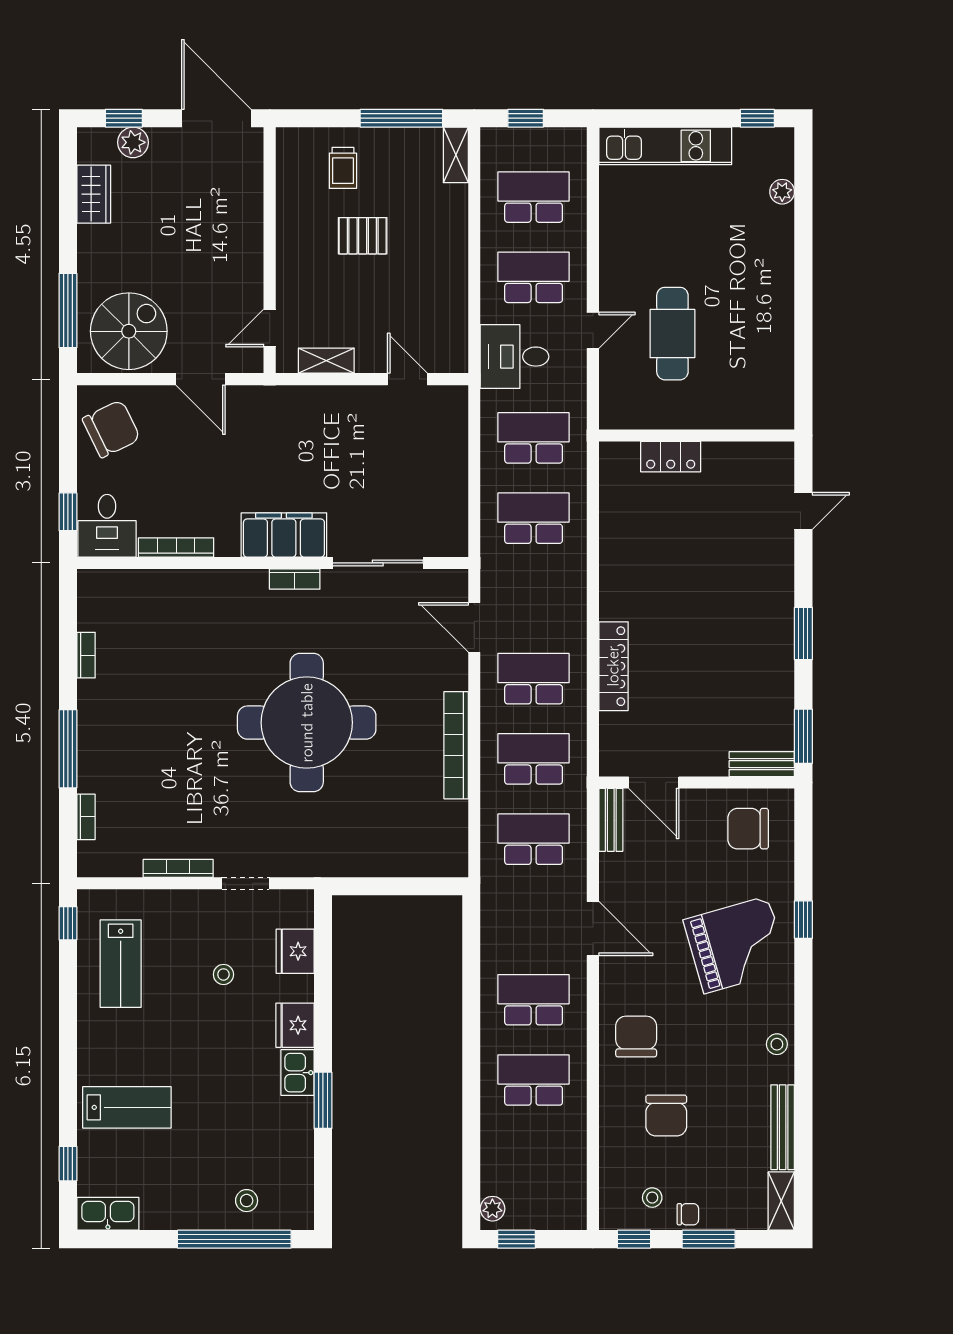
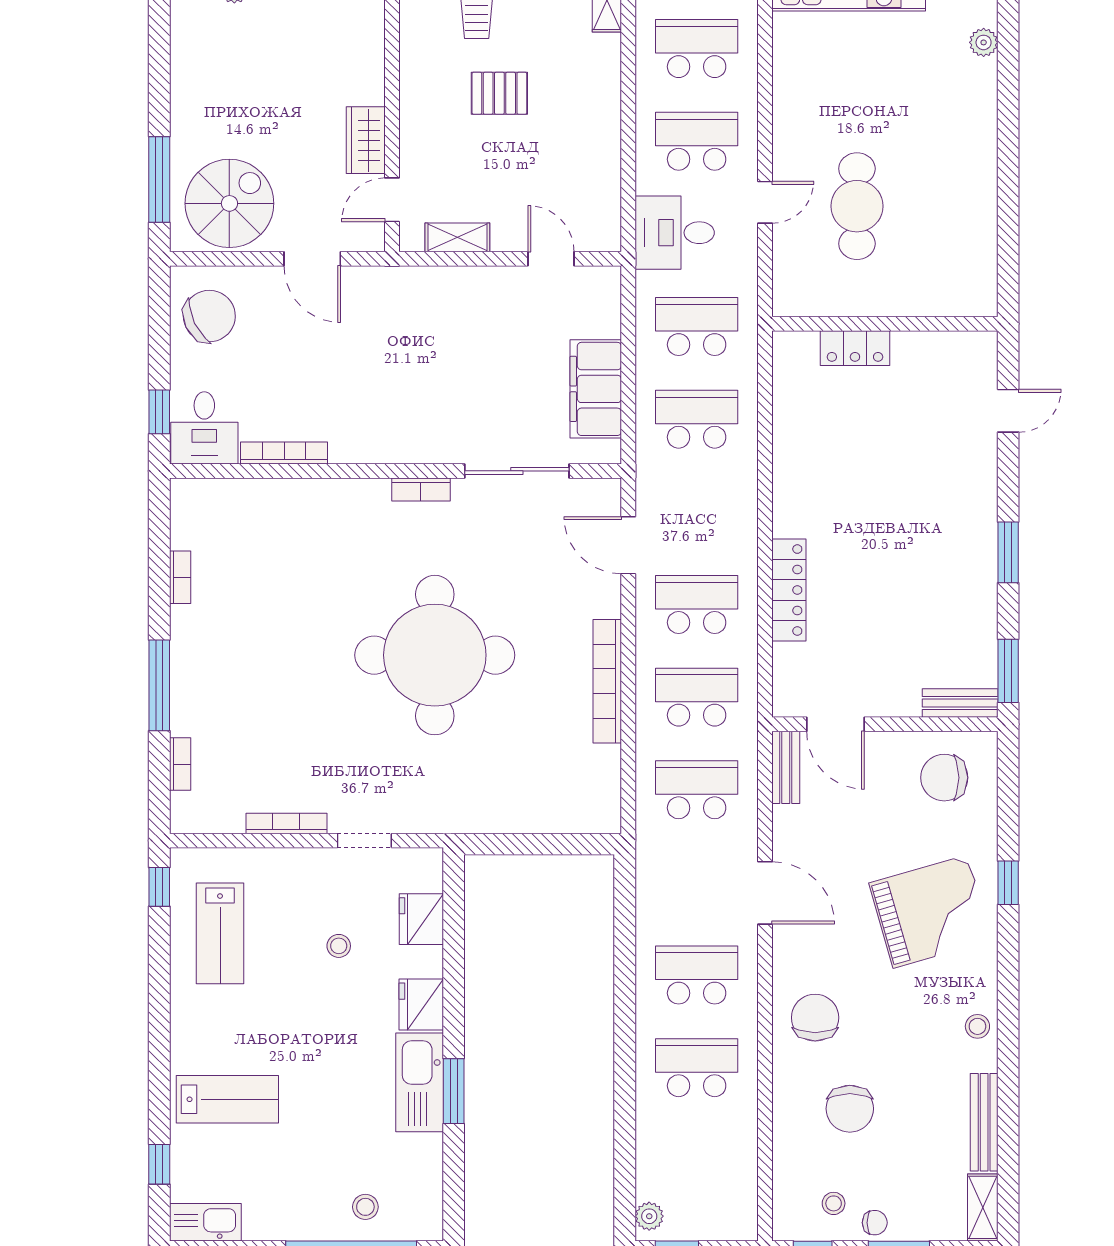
wardrobe: (94, 194) -> (366, 140), moved, turned 180
filing cabinet: (284, 535) -> (596, 389), moved, turned -90
kitchen sink: (298, 1073) -> (420, 1082), width x1.88, depth x1.24

